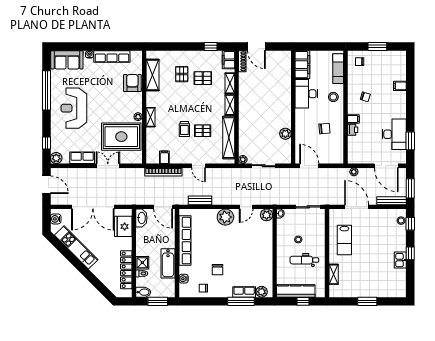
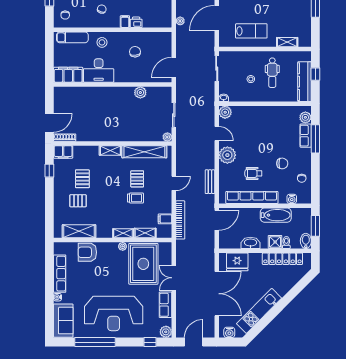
shelving: (230, 83) -> (145, 233), moved
reception desk: (74, 108) -> (114, 313), width x1.36, depth x1.30
washbasin: (141, 218) -> (250, 243), moved
wheelchair: (208, 242) -> (253, 173), added

